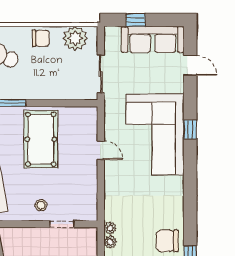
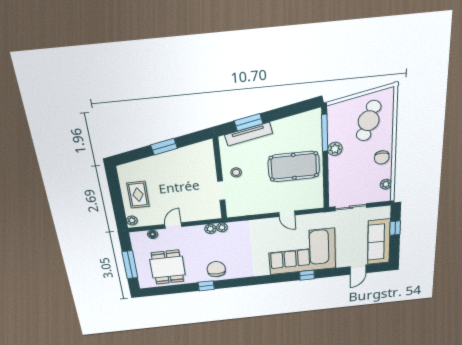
plant: (75, 38) -> (386, 184), width x0.53, depth x0.53
plant: (24, 92) -> (335, 149), added
door: (101, 150) -> (287, 214), hinge flipped

